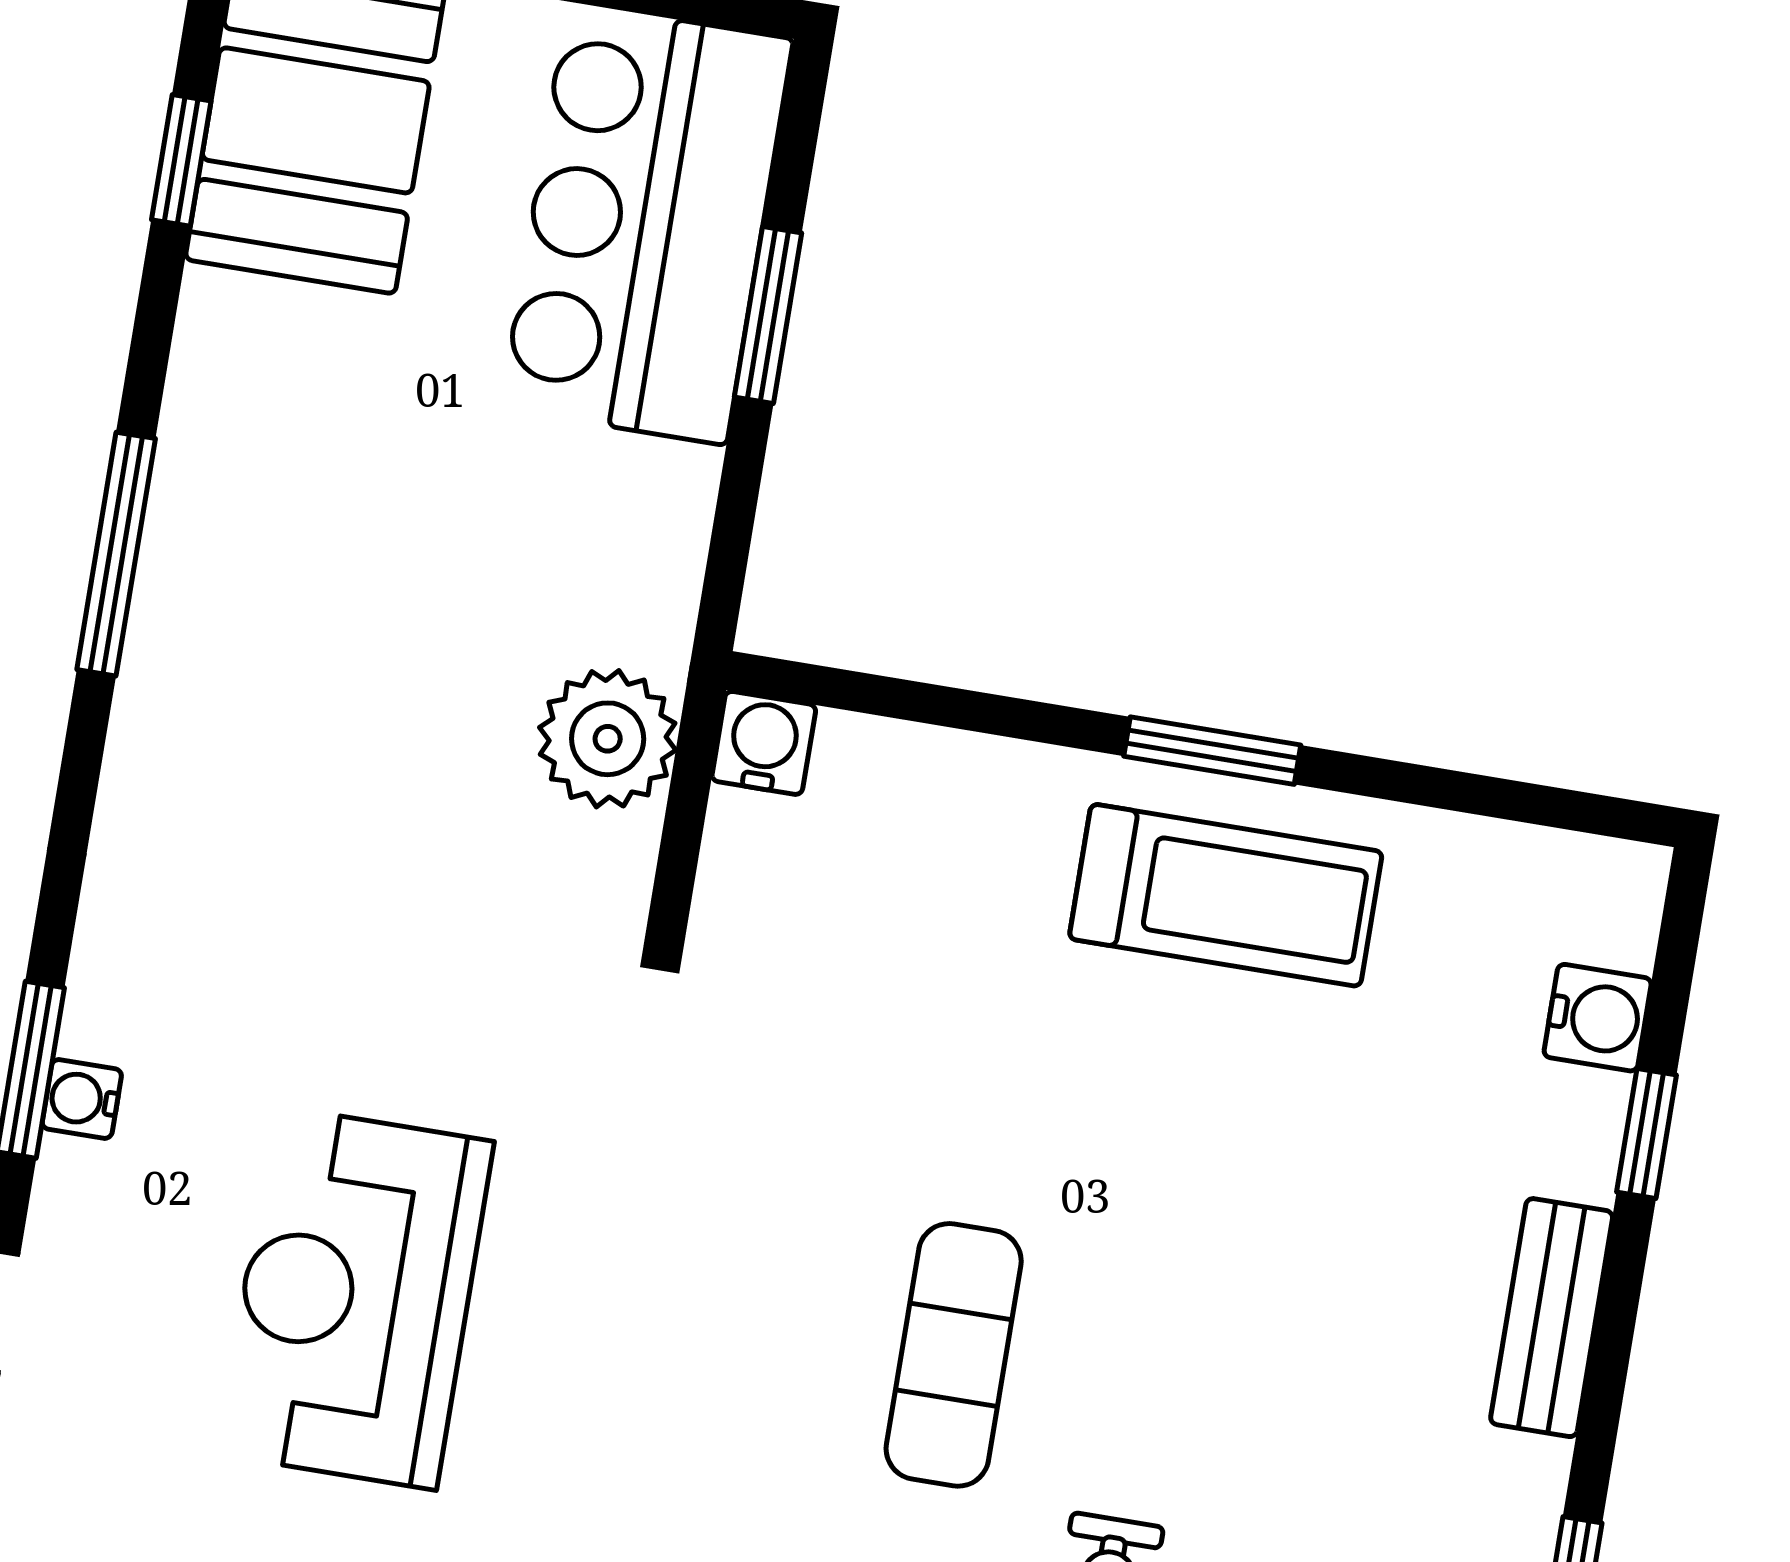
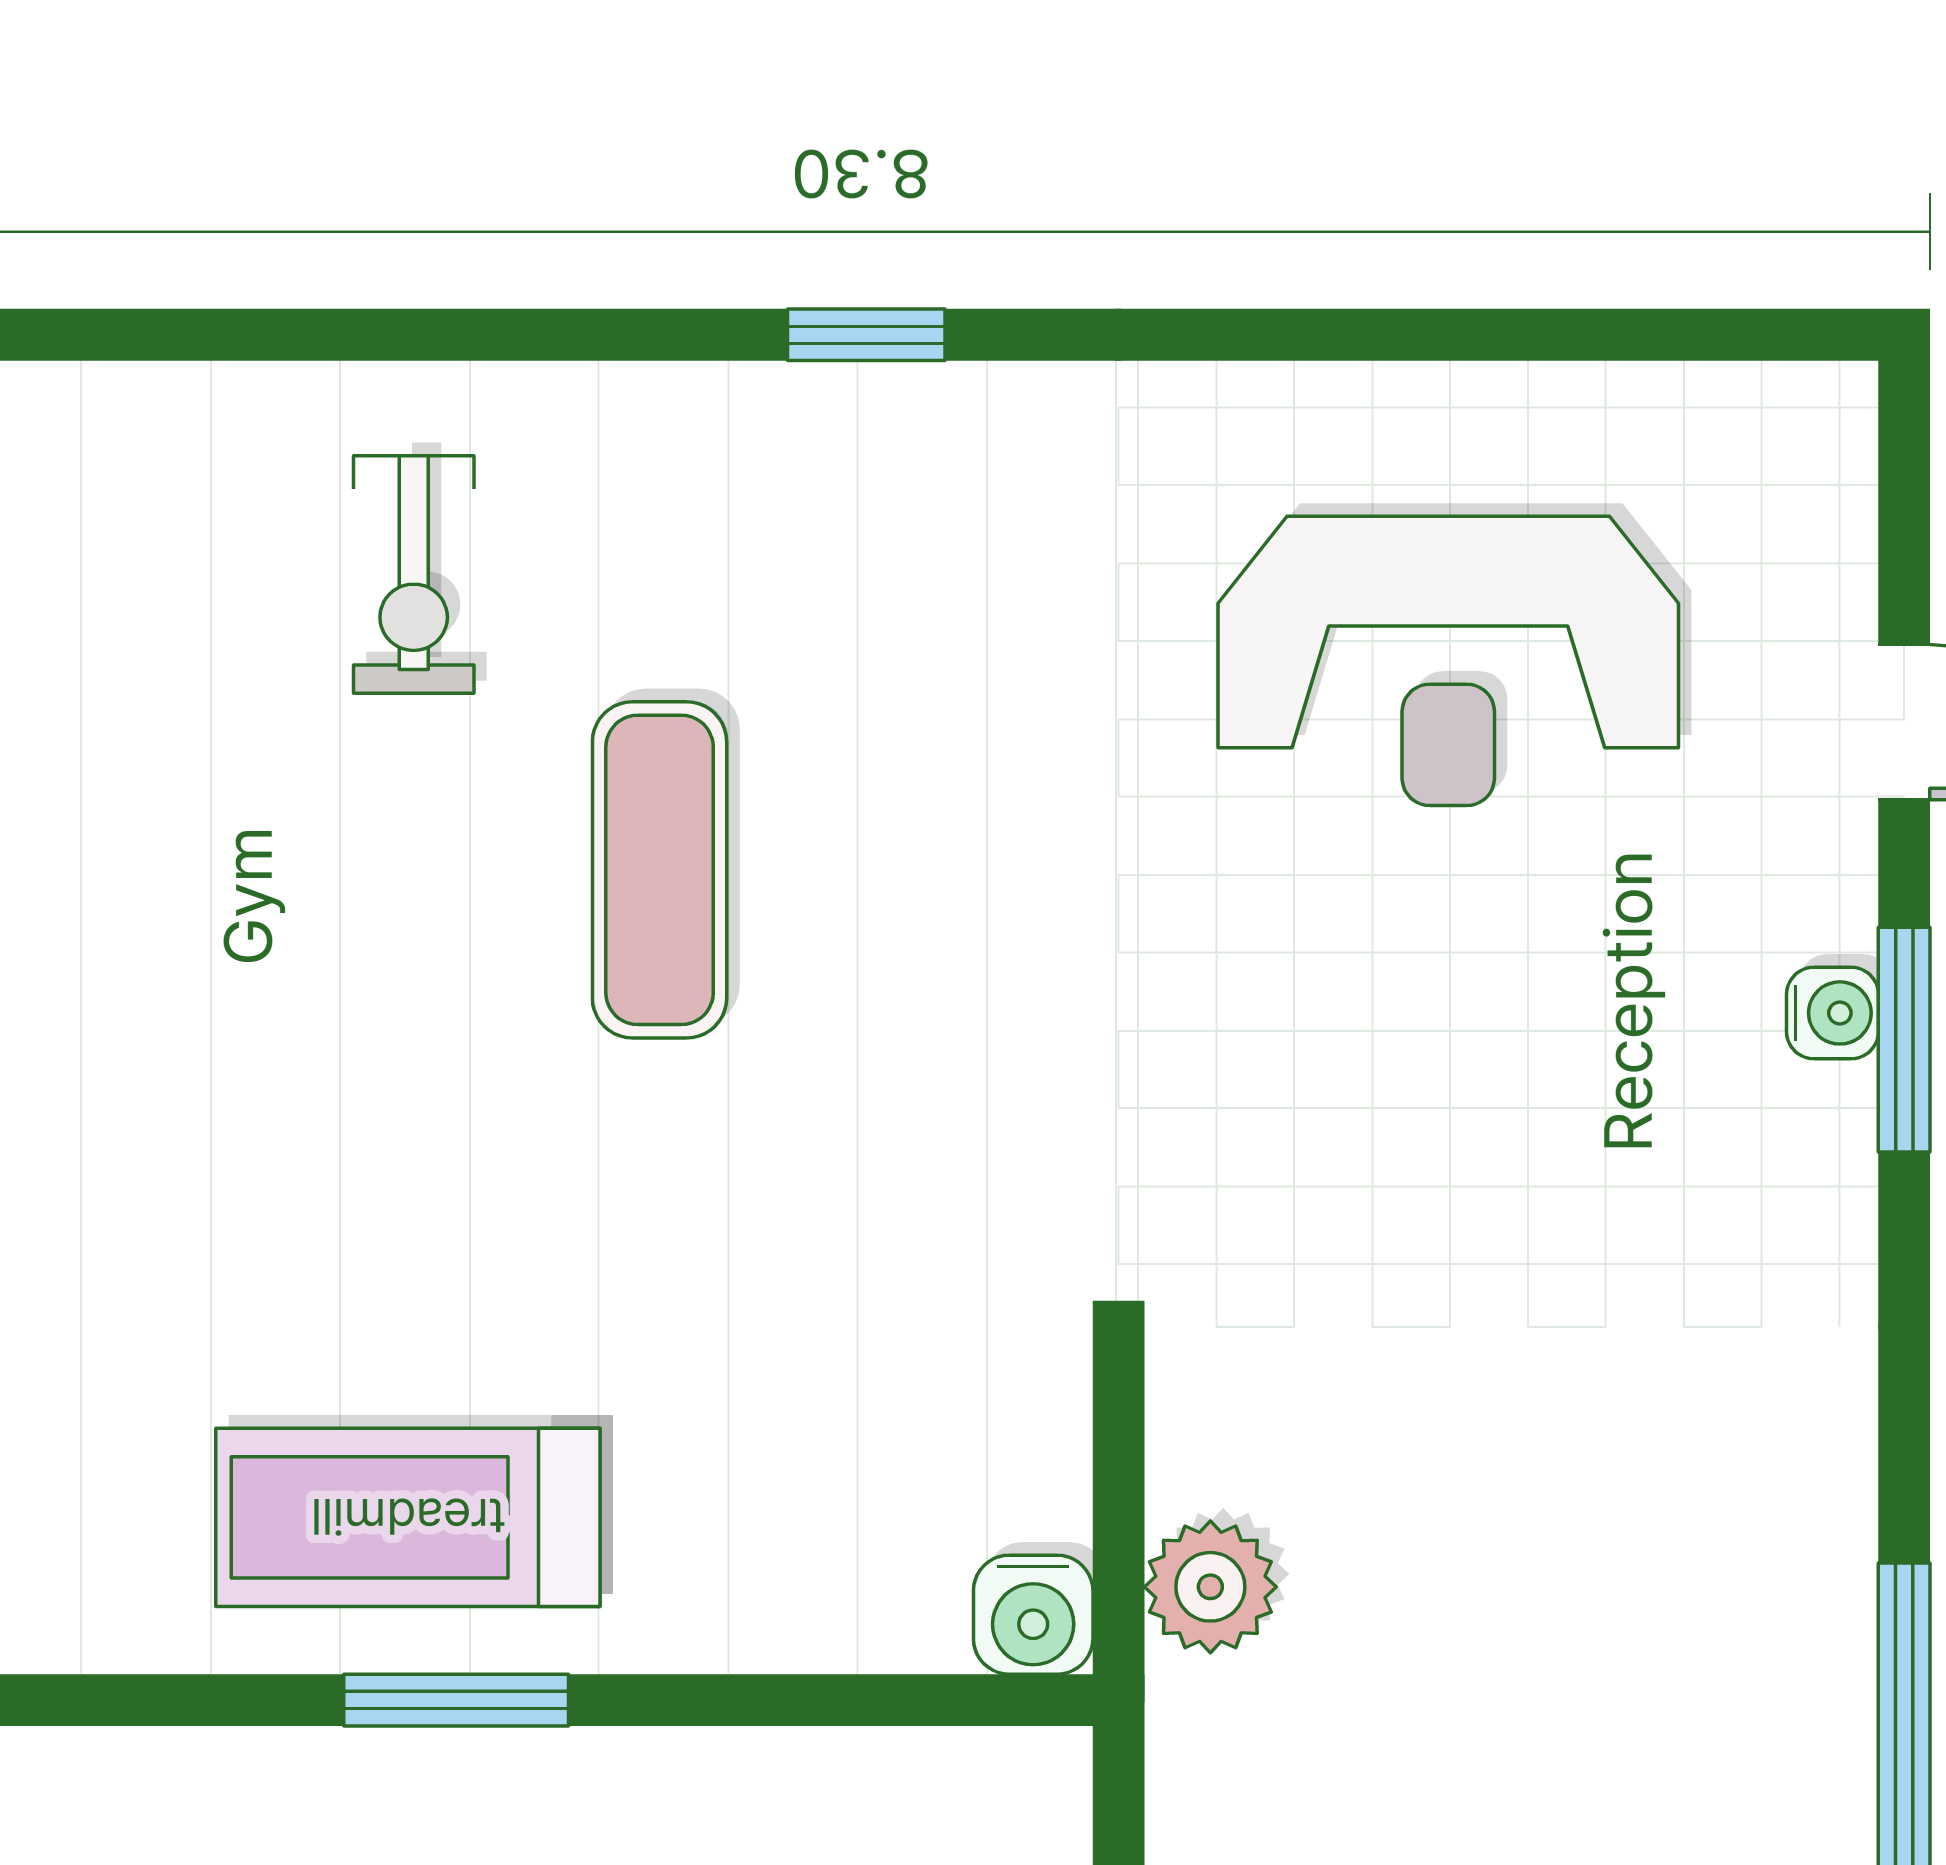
plant: (608, 739) -> (1210, 1587), width x0.73, depth x0.73
reception desk: (356, 1298) -> (1448, 661), moved, turned 90

